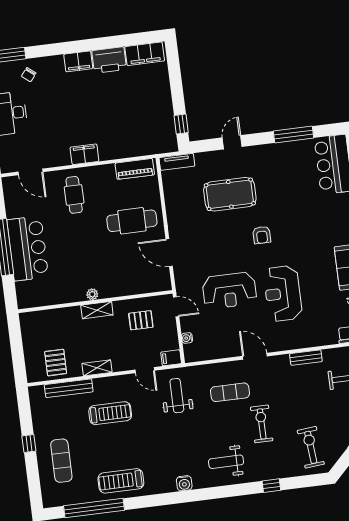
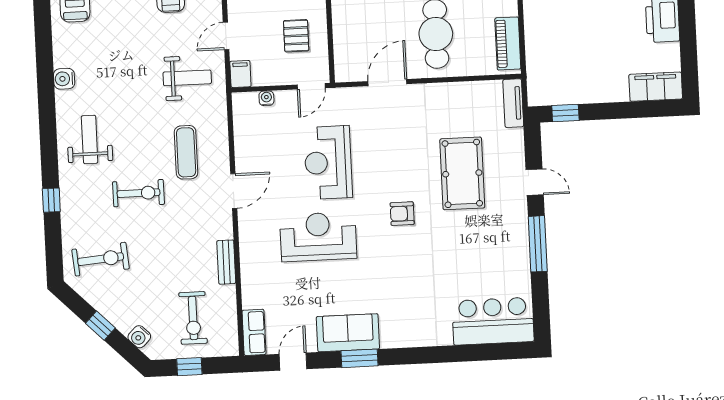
filing cabinet: (145, 54) -> (656, 87), moved, turned 90
window: (293, 134) -> (538, 244), moved

